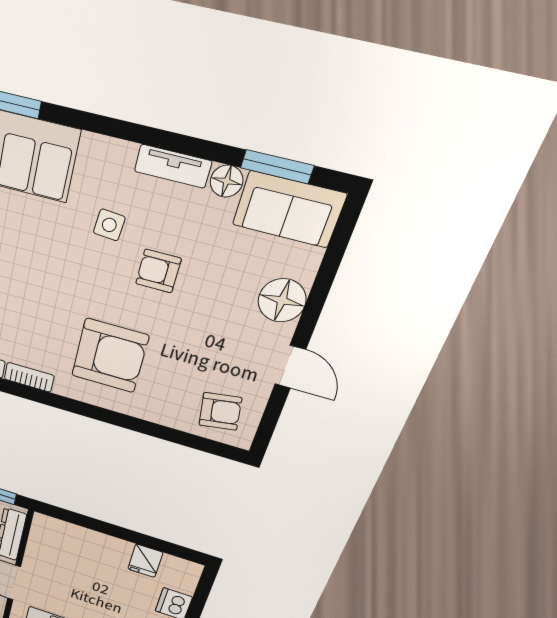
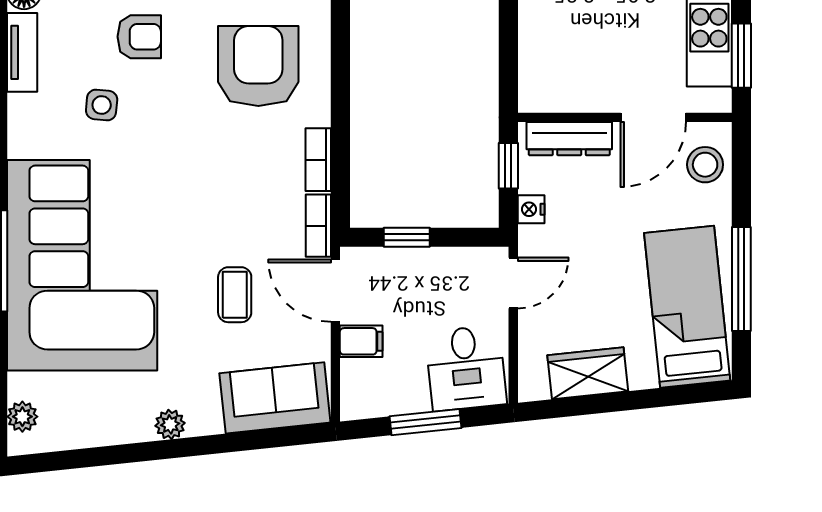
armchair: (158, 271) -> (139, 37), turned -90

